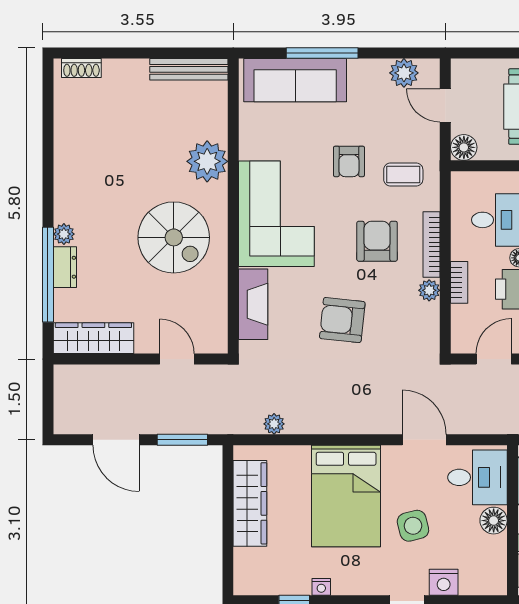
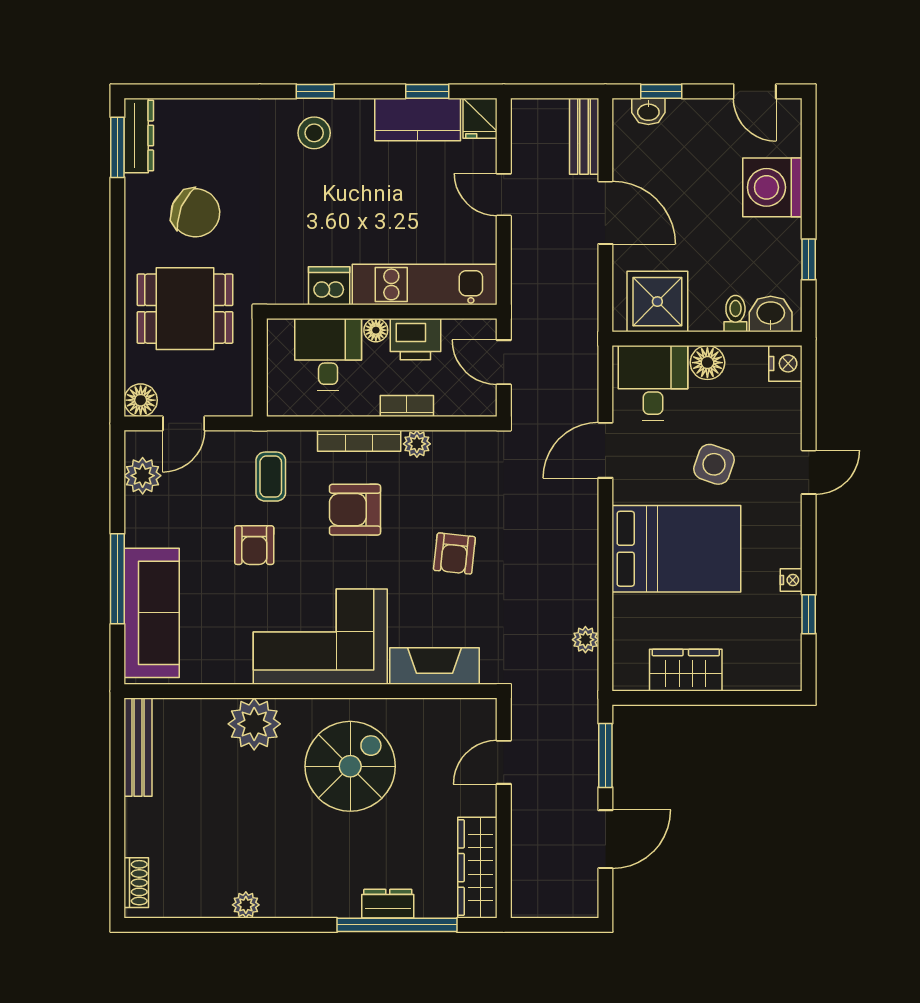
floor lamp: (464, 147) -> (141, 400), moved
armchair: (349, 161) -> (254, 545), turned 90
plant: (64, 234) -> (246, 905), moved
armchair: (342, 320) -> (454, 554), width x0.72, depth x0.72
wardrobe: (250, 503) -> (686, 670), width x0.67
side table: (413, 526) -> (714, 464), turned 33
nightstand: (444, 582) -> (785, 363), moved

